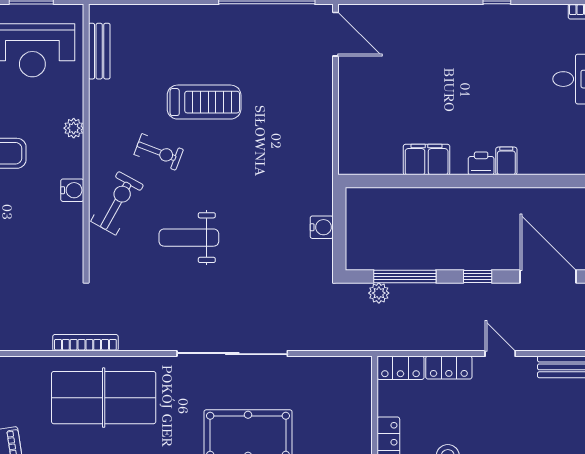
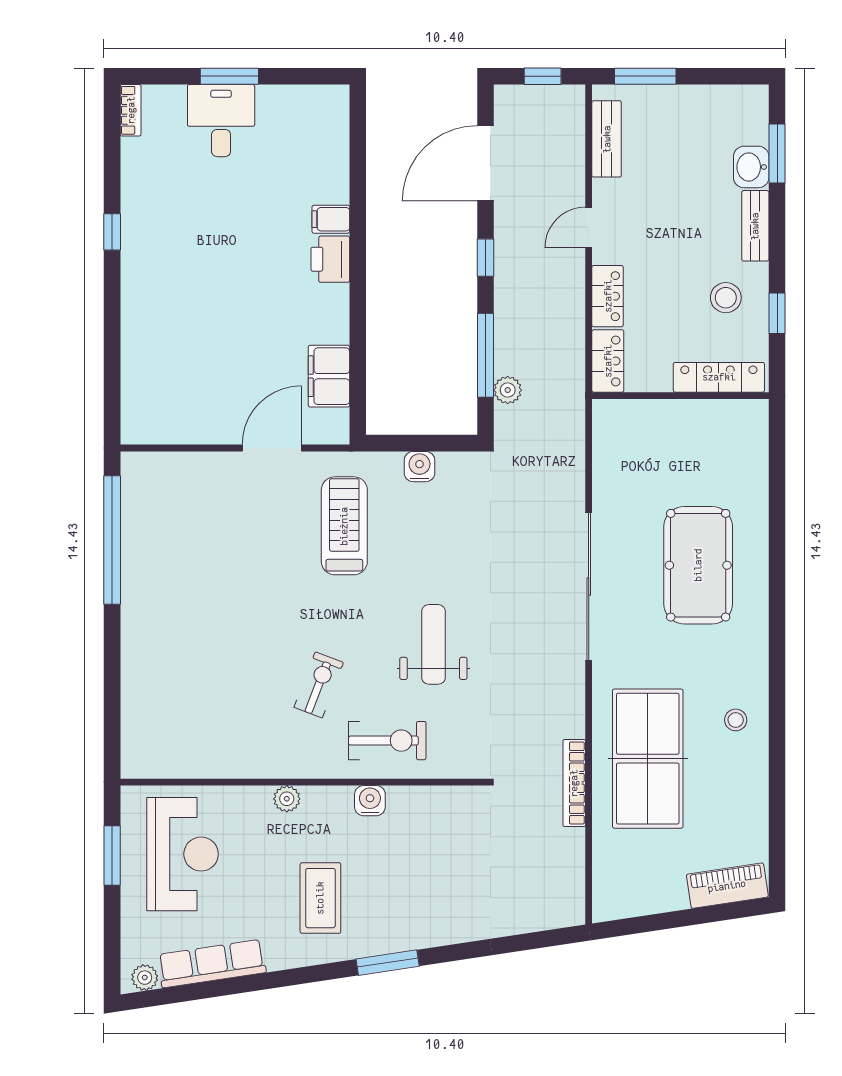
door: (335, 34) -> (272, 448), moved
bench: (99, 51) -> (184, 765), removed
treadmill: (204, 102) -> (344, 526), moved
filing cabinet: (427, 160) -> (329, 376), moved
printer: (481, 163) -> (330, 259), width x1.36, depth x1.24
exercise bike: (117, 203) -> (387, 741), turned 151
weight bench: (189, 238) -> (433, 644), turned 180

